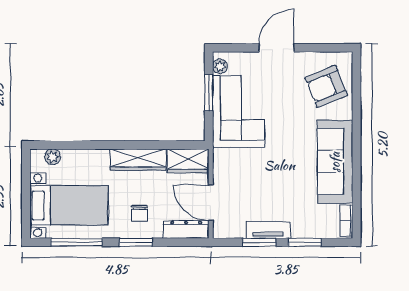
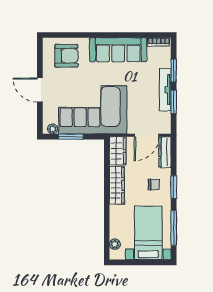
armchair: (326, 86) -> (66, 56), turned -68
corner sofa: (239, 111) -> (93, 110), width x1.36, depth x1.36
tv unit: (268, 230) -> (165, 90), width x1.41

